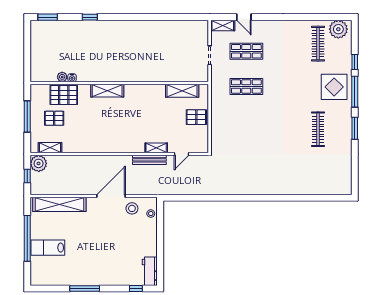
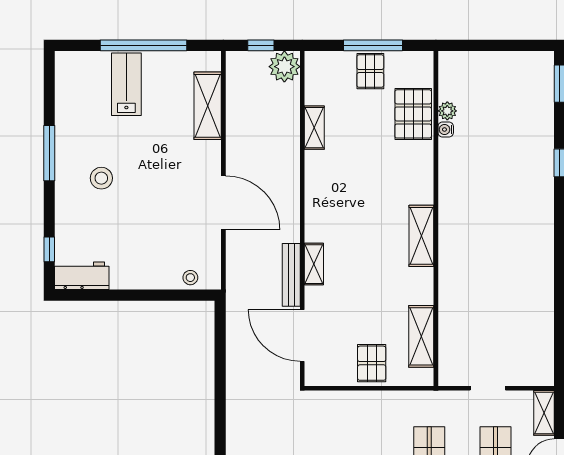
shelving: (107, 91) -> (421, 236), moved
pallet: (54, 118) -> (370, 71), moved
shelving: (50, 148) -> (314, 128), moved
shelving: (156, 148) -> (314, 264), moved
door: (182, 154) -> (302, 336), width x1.87
shelving: (59, 204) -> (208, 106), width x0.68
stool: (132, 208) -> (101, 178), moved

